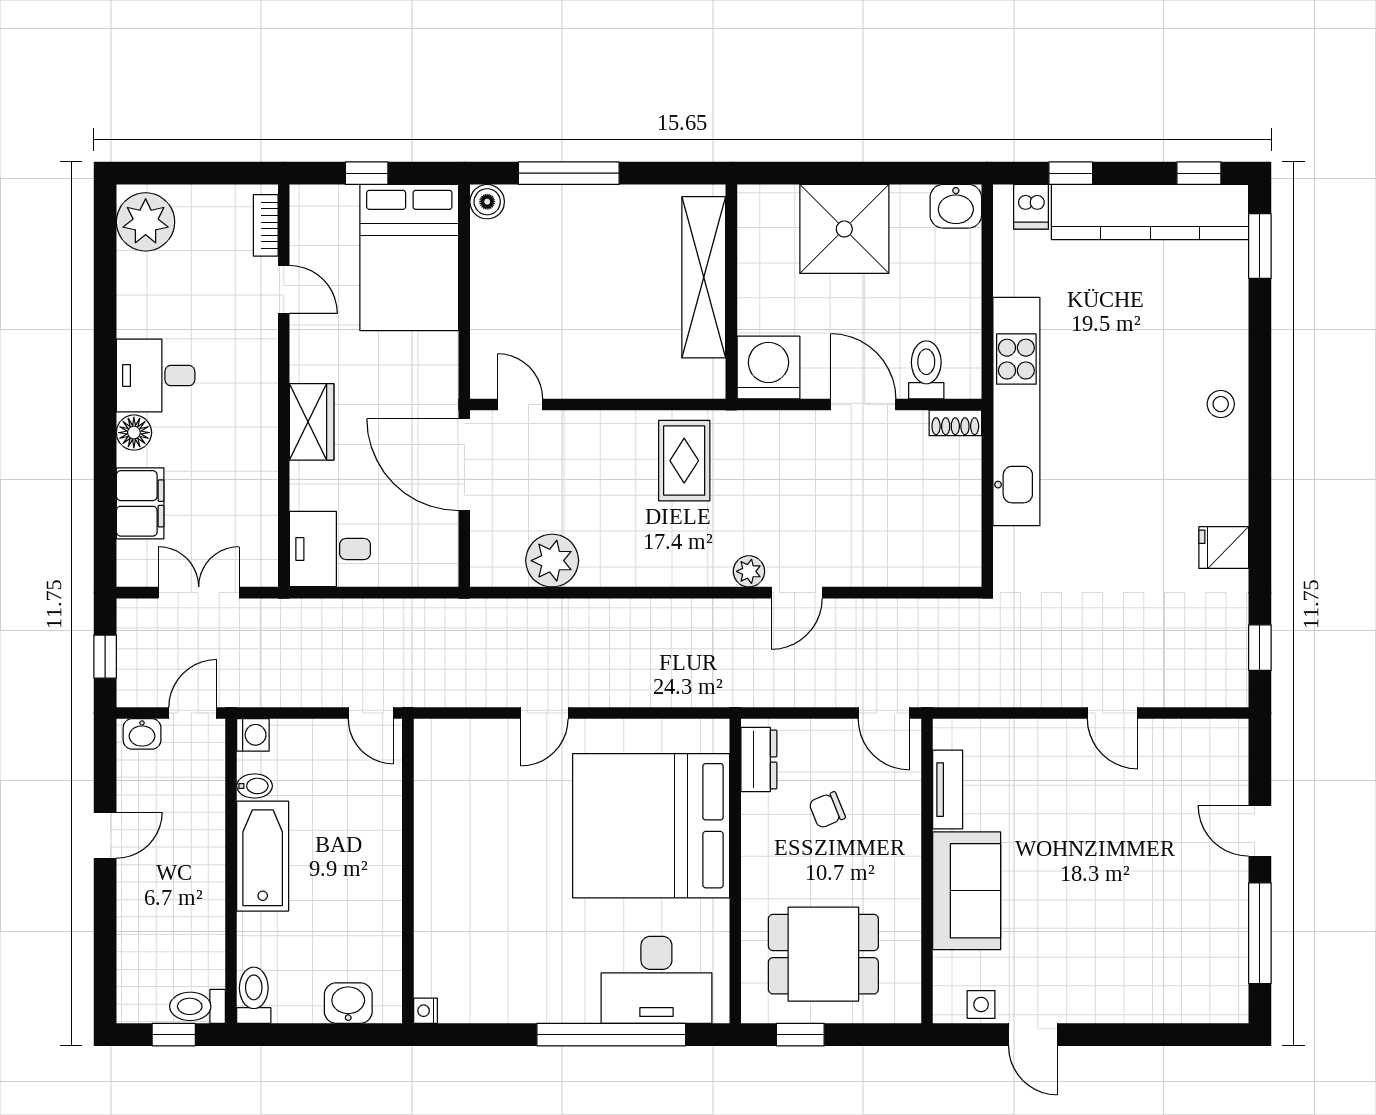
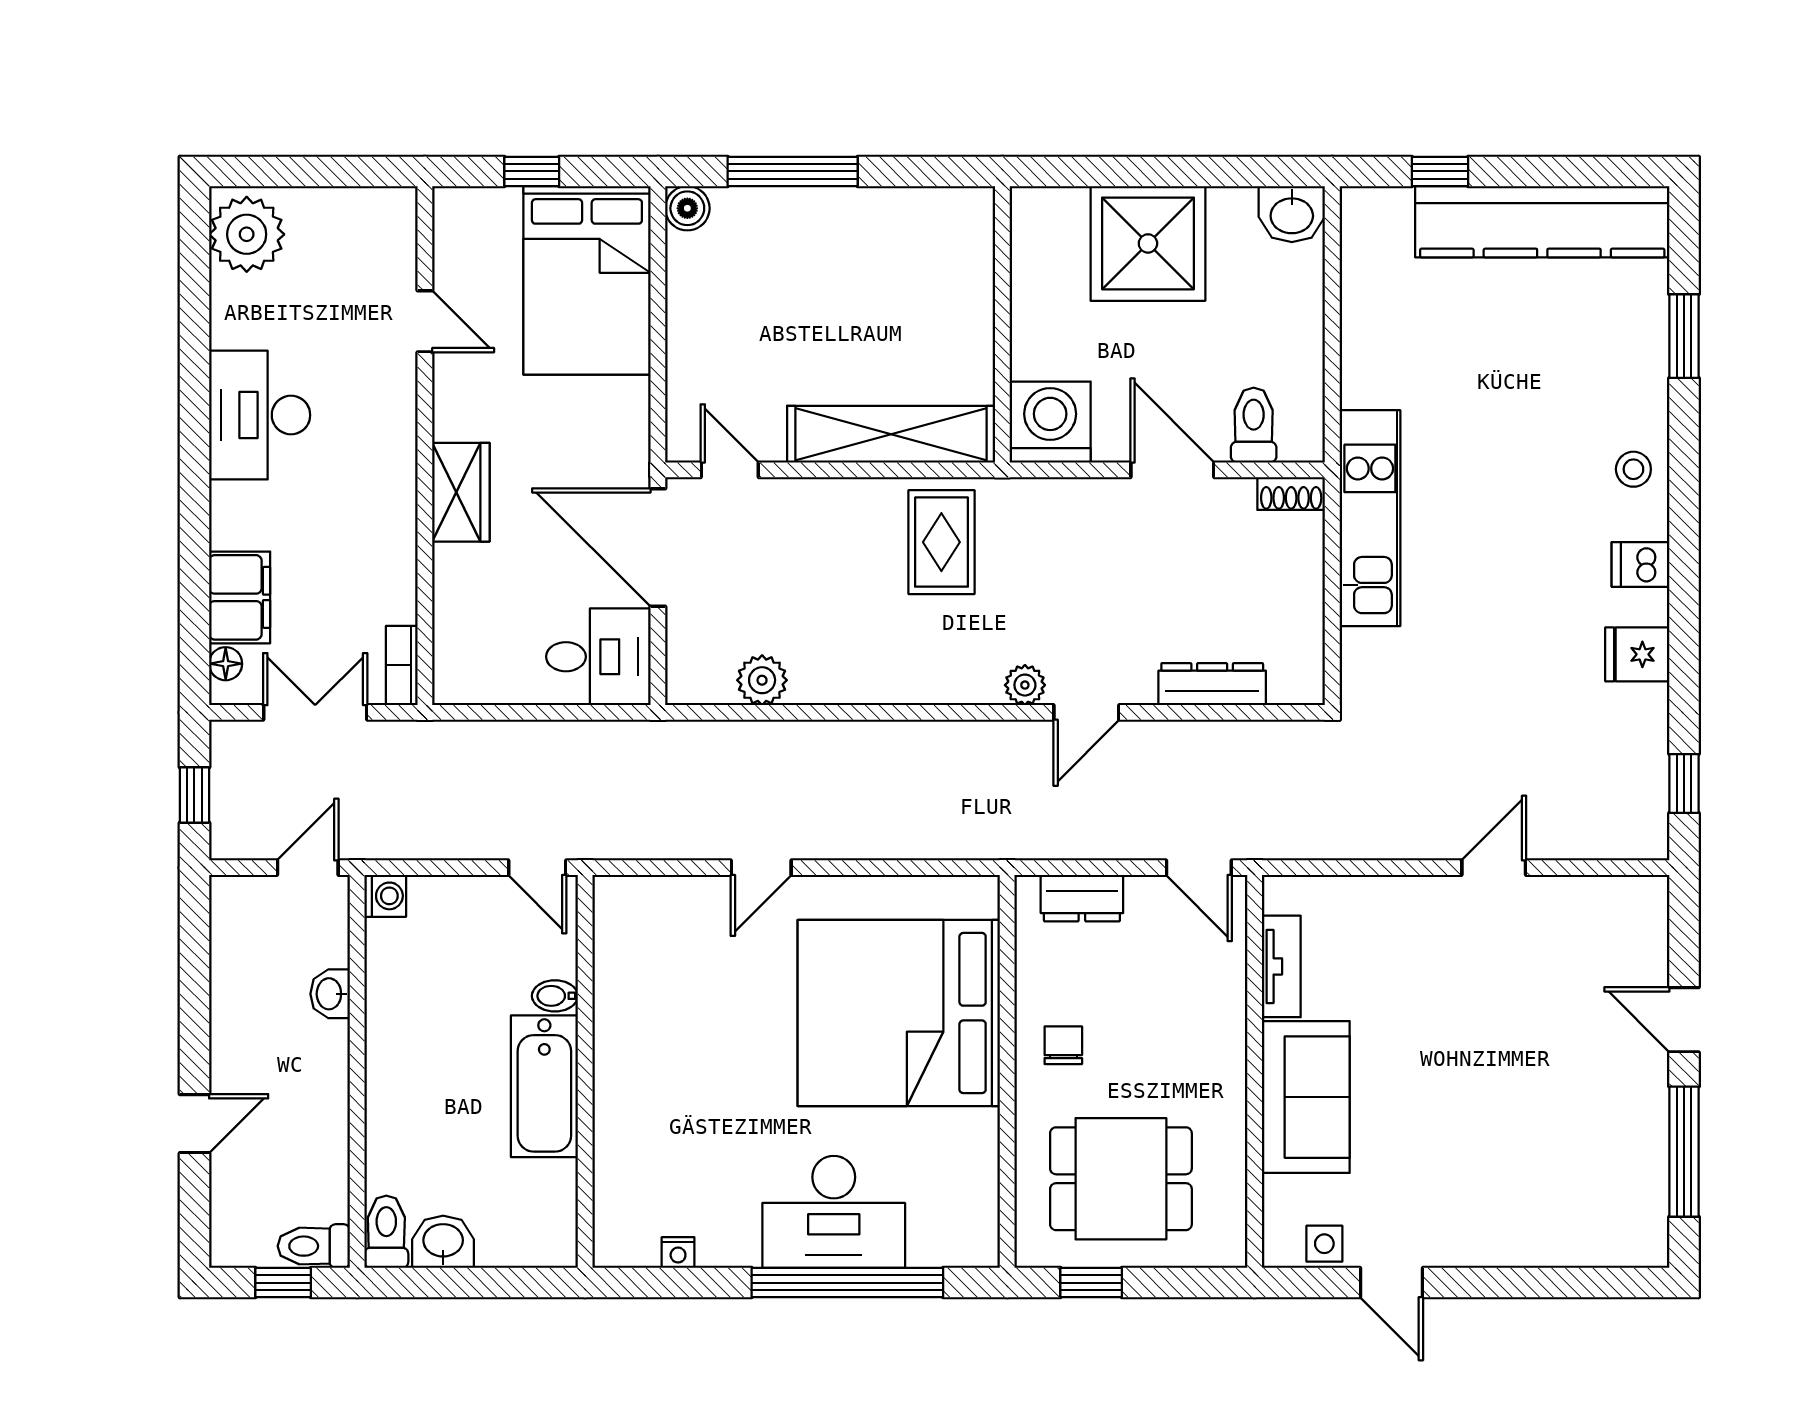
window: (1199, 173) -> (1605, 171), removed
dishwasher: (1031, 207) -> (1641, 564), moved, turned 90
bookcase: (266, 225) -> (402, 665), moved
window: (1260, 246) -> (1684, 336), moved
shelving: (704, 277) -> (891, 434), moved, turned 90
desk: (156, 376) -> (260, 415), width x1.37
kitchen unit: (1016, 412) -> (1370, 518), width x0.73
floor lamp: (134, 433) -> (226, 664), moved, width x0.73, depth x0.73
desk: (330, 549) -> (598, 657), moved, turned 180
plant: (552, 561) -> (762, 680), width x0.73, depth x0.73
dresser: (894, 571) -> (1212, 684), added
door: (1112, 713) -> (1494, 868), swing flipped
washbasin: (142, 734) -> (330, 994), moved, turned 90
dresser: (759, 759) -> (1082, 898), moved, turned 90
bidet: (255, 786) -> (555, 996), moved, turned 180
chair: (827, 810) -> (1063, 1045), moved, turned 112
door: (105, 835) -> (194, 1124), moved
bathtub: (263, 856) -> (544, 1086), moved, turned 180
desk: (656, 980) -> (834, 1212), moved
washbasin: (348, 1003) -> (443, 1242), moved
nightstand: (425, 1011) -> (678, 1253), moved, turned -90

